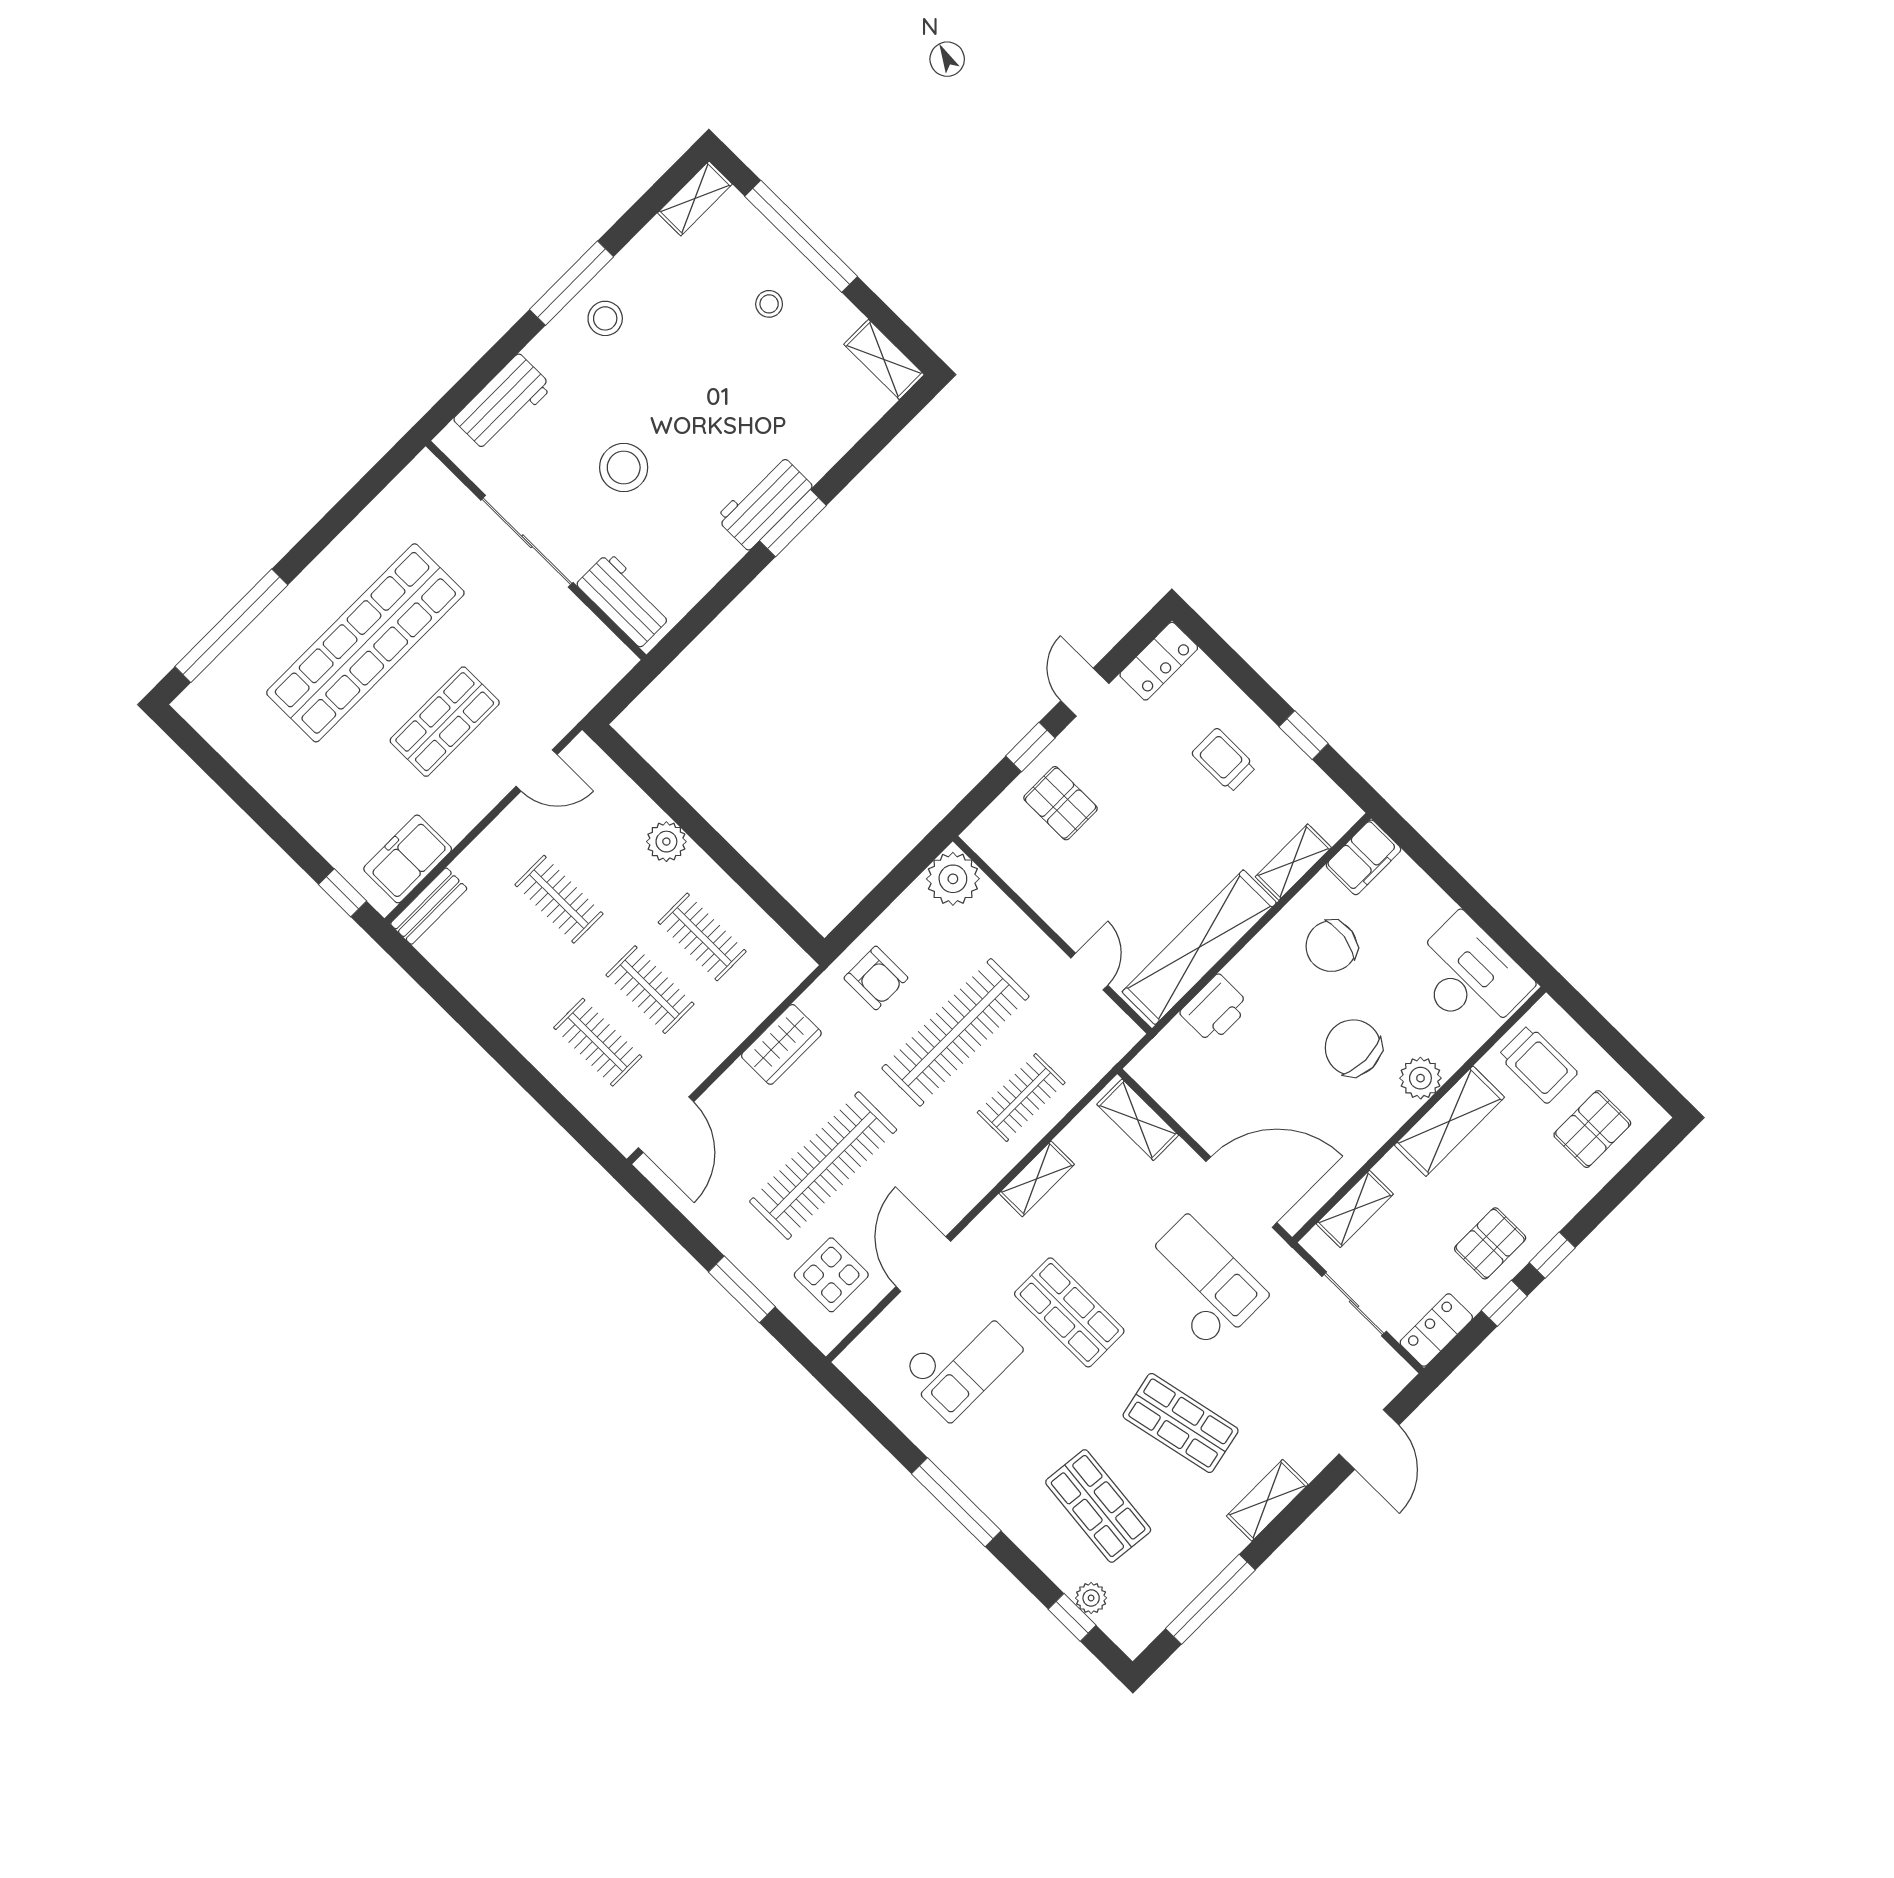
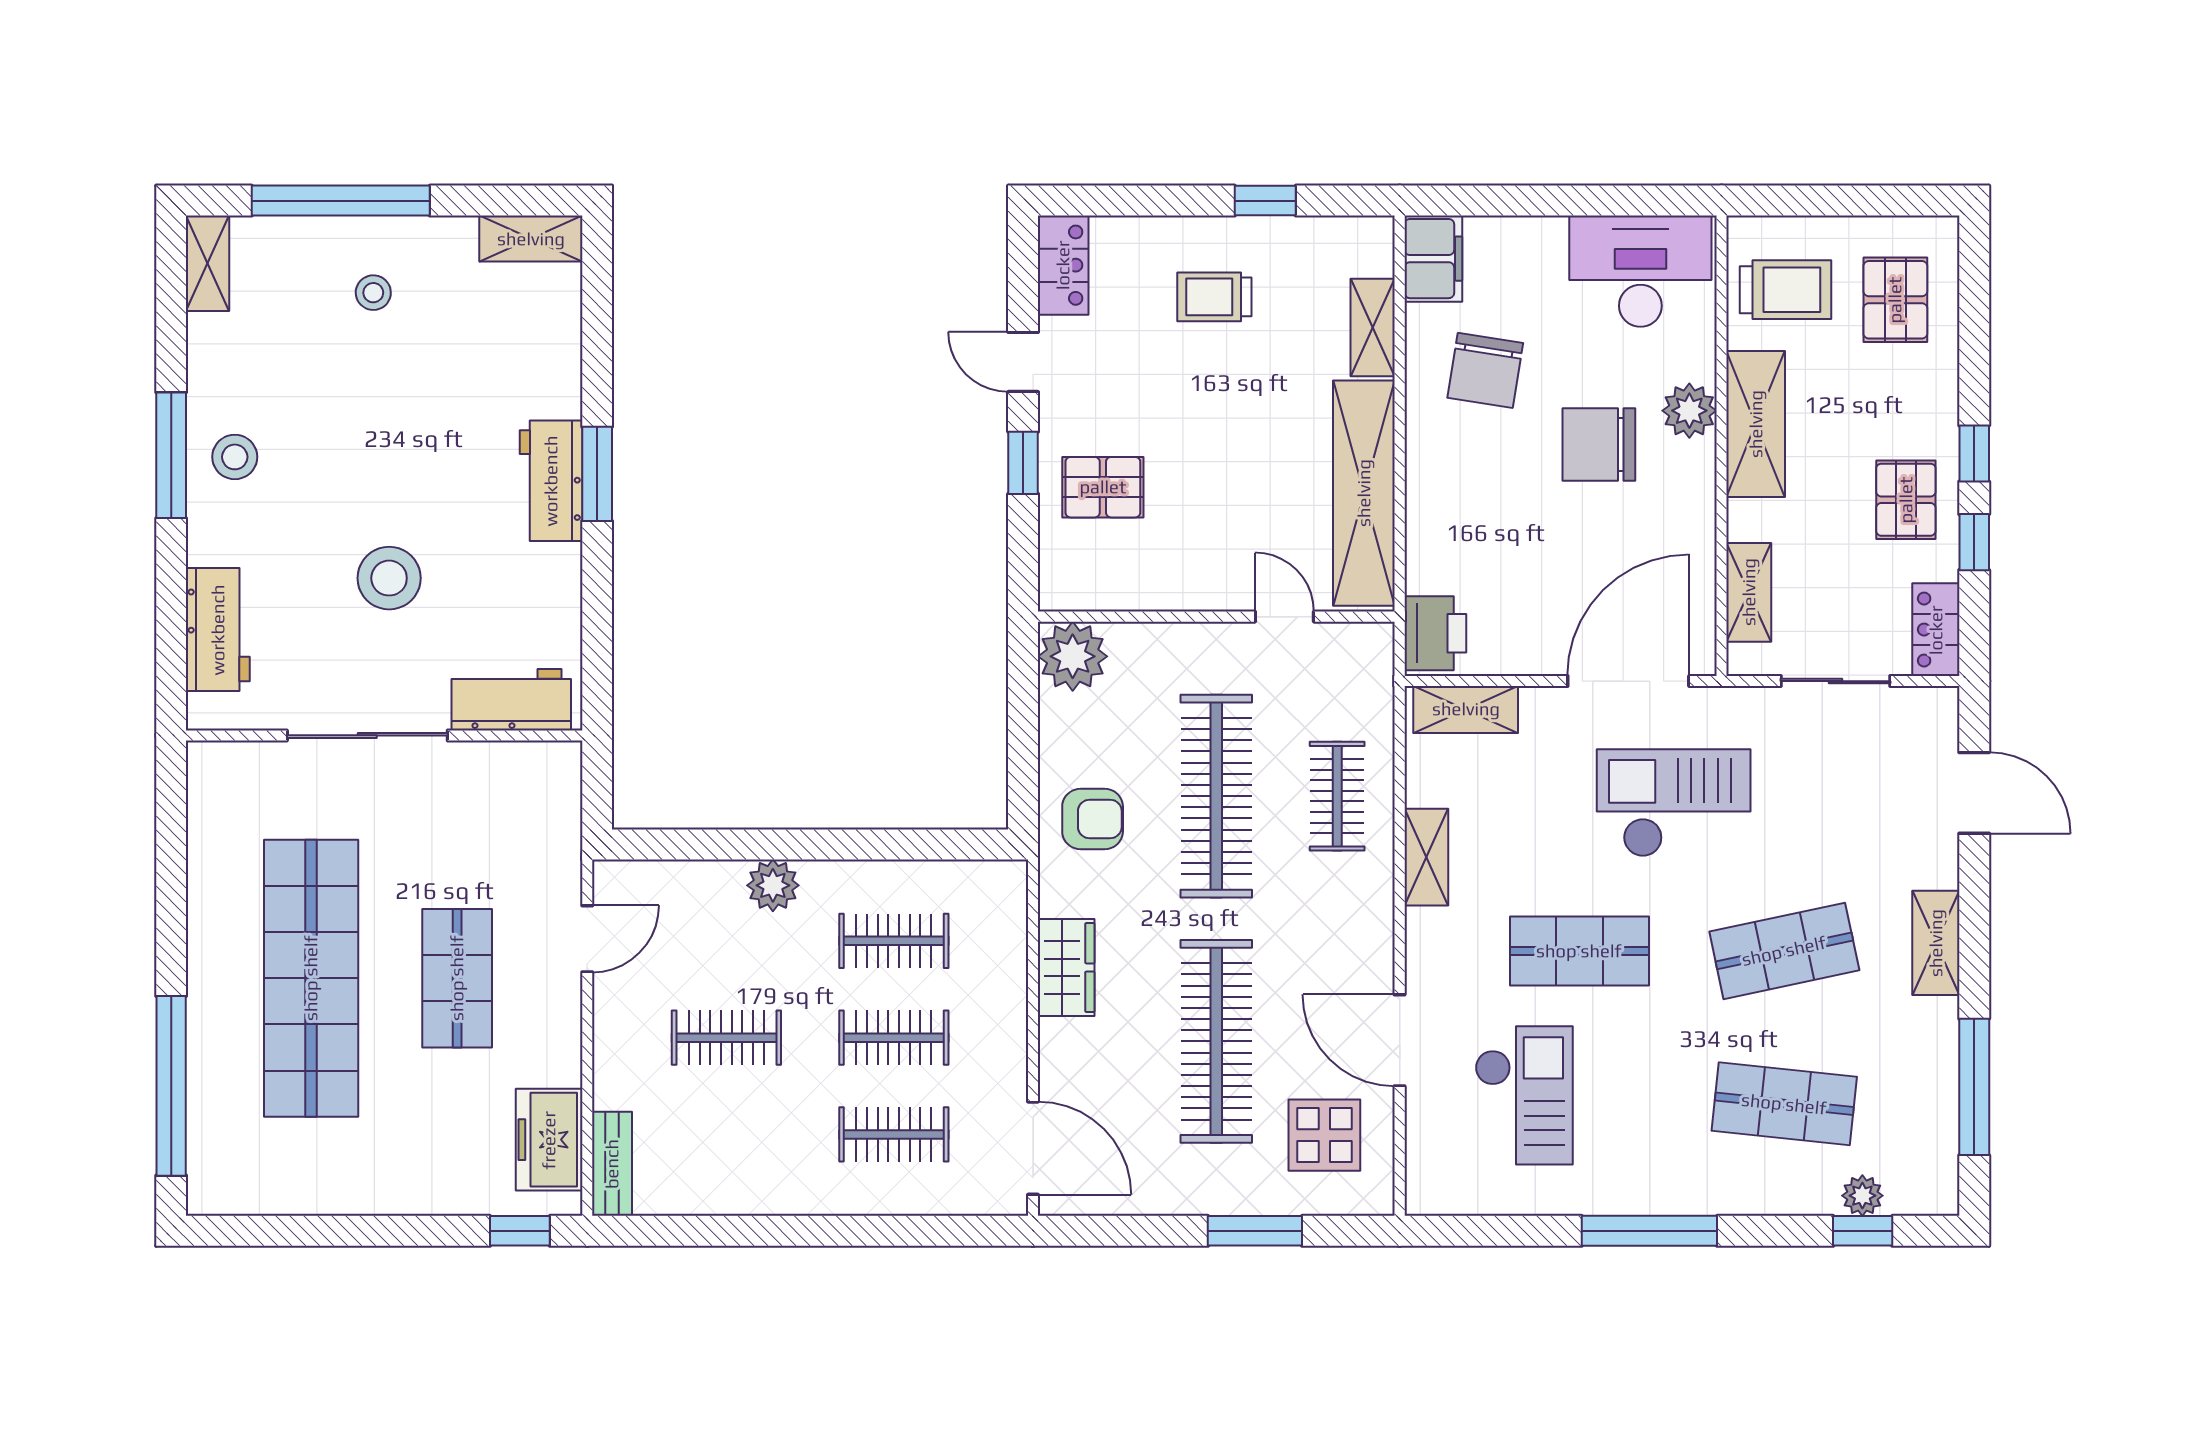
printer: (1215, 1009) -> (1435, 633), moved

